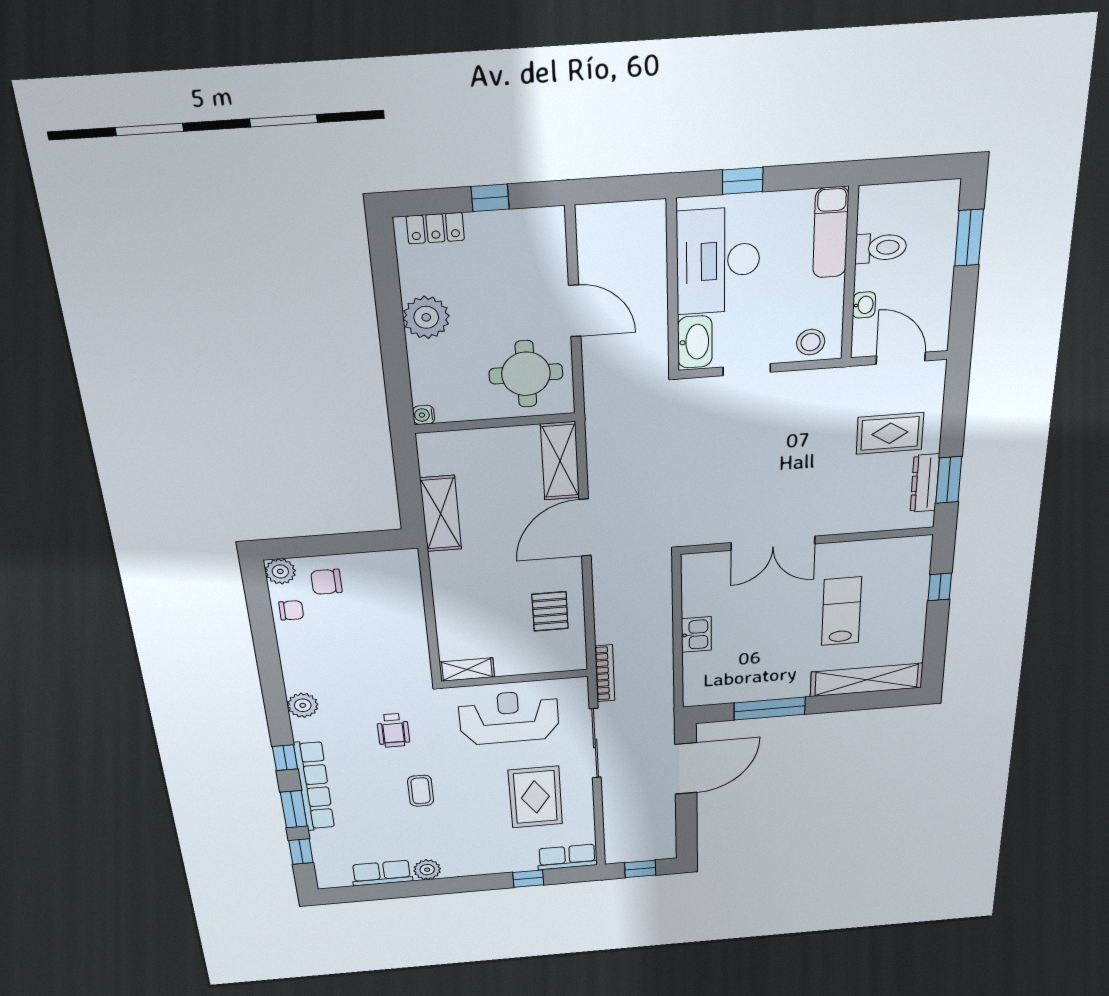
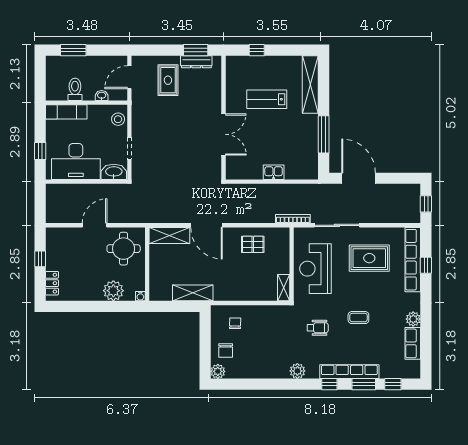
plant: (426, 317) -> (113, 291), moved
chair: (291, 610) -> (235, 323), moved
row of seats: (567, 857) -> (413, 260), width x2.02

